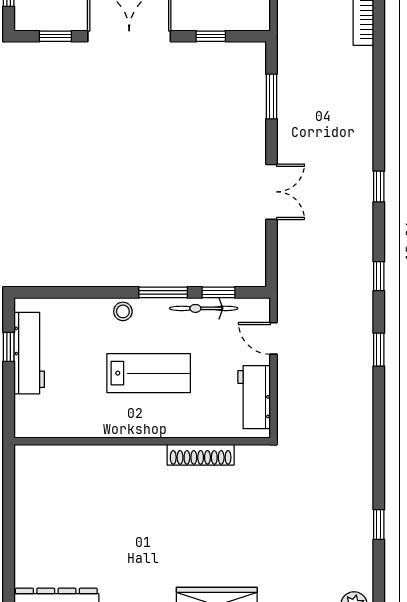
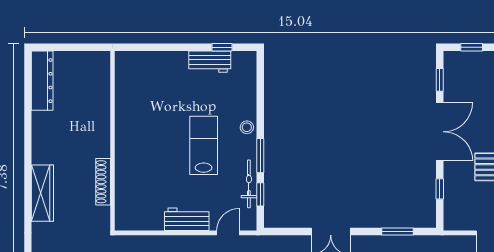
workbench: (29, 353) -> (210, 62), width x0.73
lab bench: (149, 373) -> (204, 145), turned 180
wall: (142, 441) -> (112, 141), moved
shoe rack: (201, 455) -> (103, 182), moved

